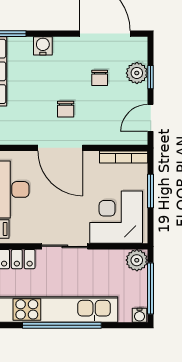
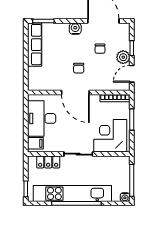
water cooler: (43, 46) -> (75, 29), moved
plant: (137, 73) -> (123, 57), moved
plant: (137, 260) -> (123, 163), removed

